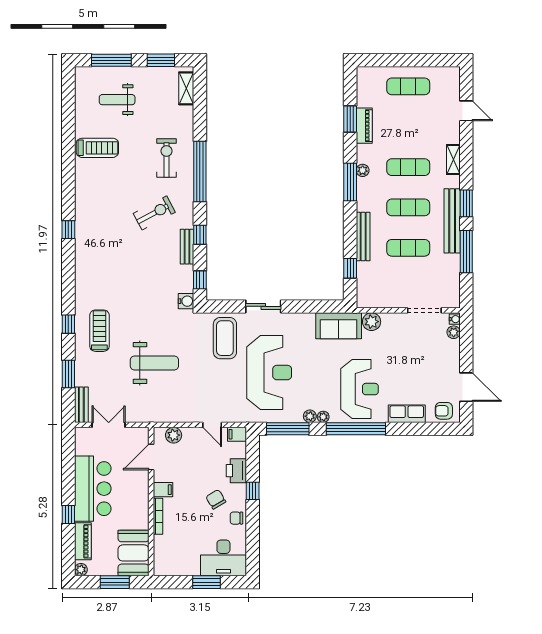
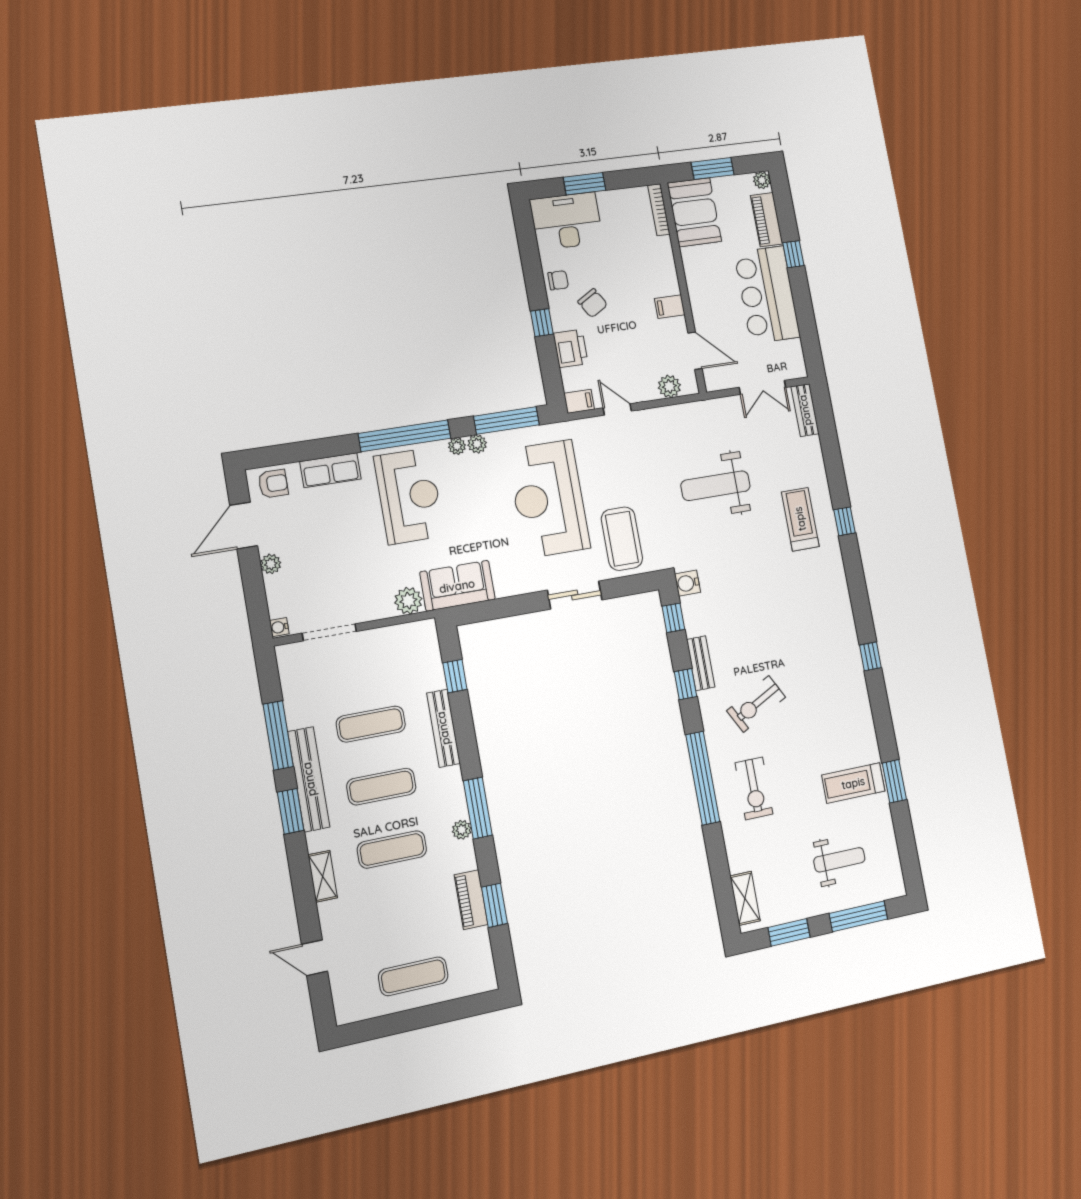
treadmill: (99, 331) -> (800, 519), turned 180
plant: (454, 332) -> (271, 564), moved
window: (68, 374) -> (894, 781), moved
door: (466, 387) -> (244, 525), hinge flipped
reception desk: (360, 389) -> (409, 496), turned 180
door: (151, 457) -> (695, 351), hinge flipped
bookcase: (158, 516) -> (659, 210), moved

